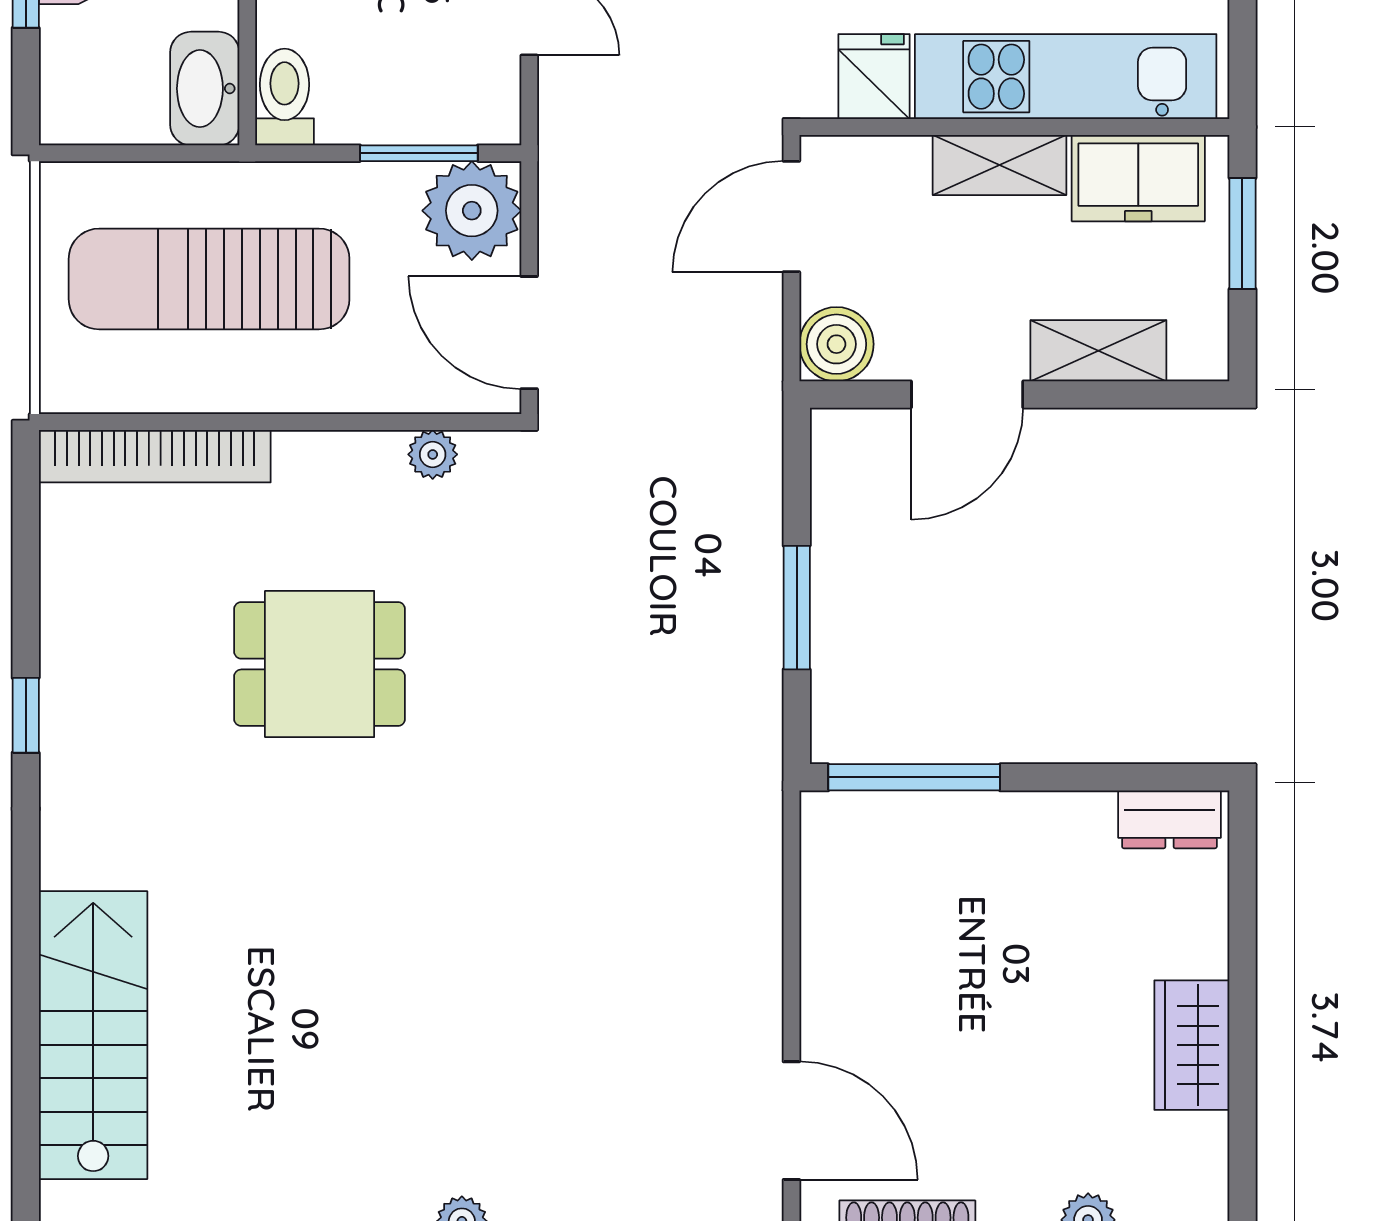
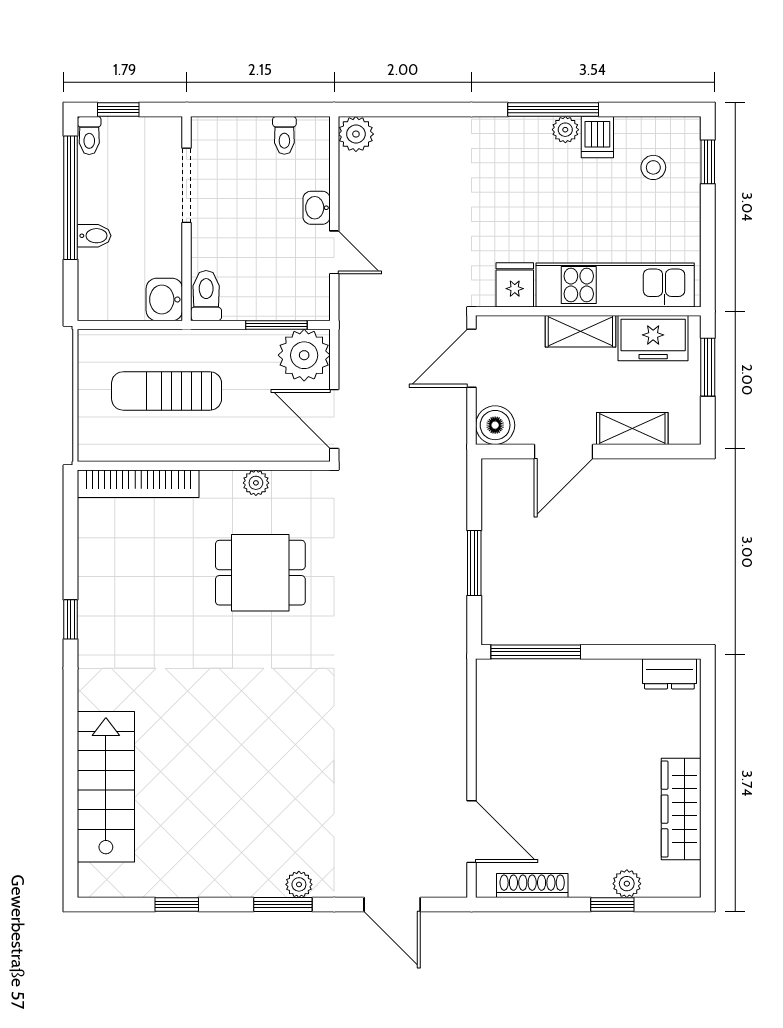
washbasin: (205, 89) -> (164, 300), width x0.72
sun lounger: (209, 279) -> (167, 391), width x0.73, depth x0.75
plant: (433, 454) -> (256, 483), moved
dining table: (320, 664) -> (260, 573), moved
wardrobe: (1192, 1045) -> (681, 809), width x1.50

